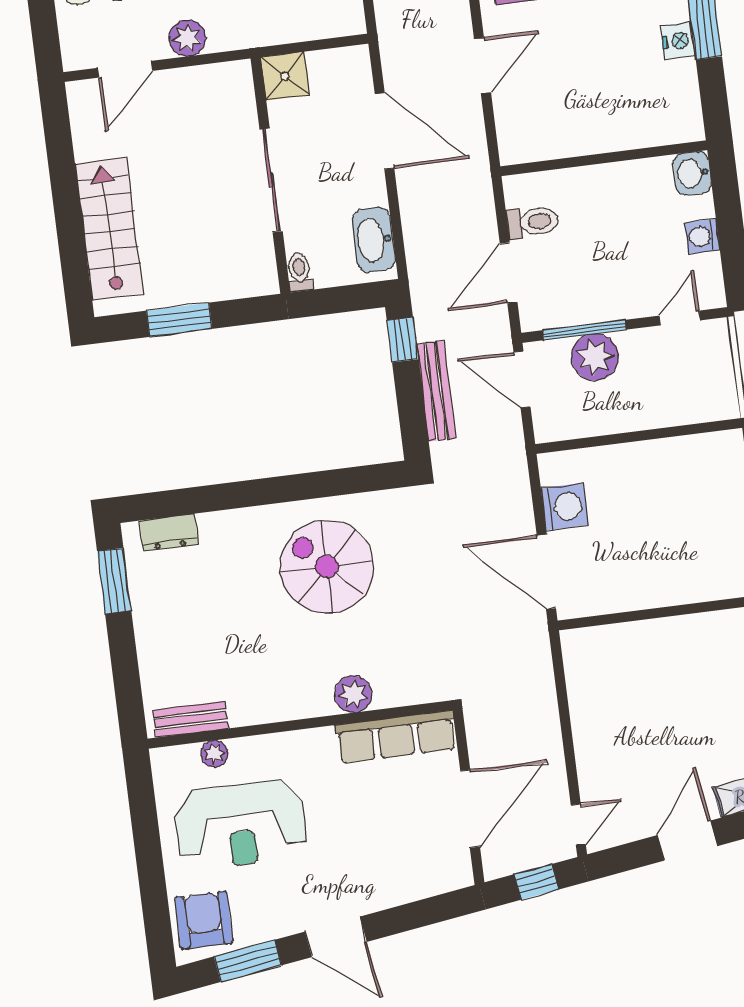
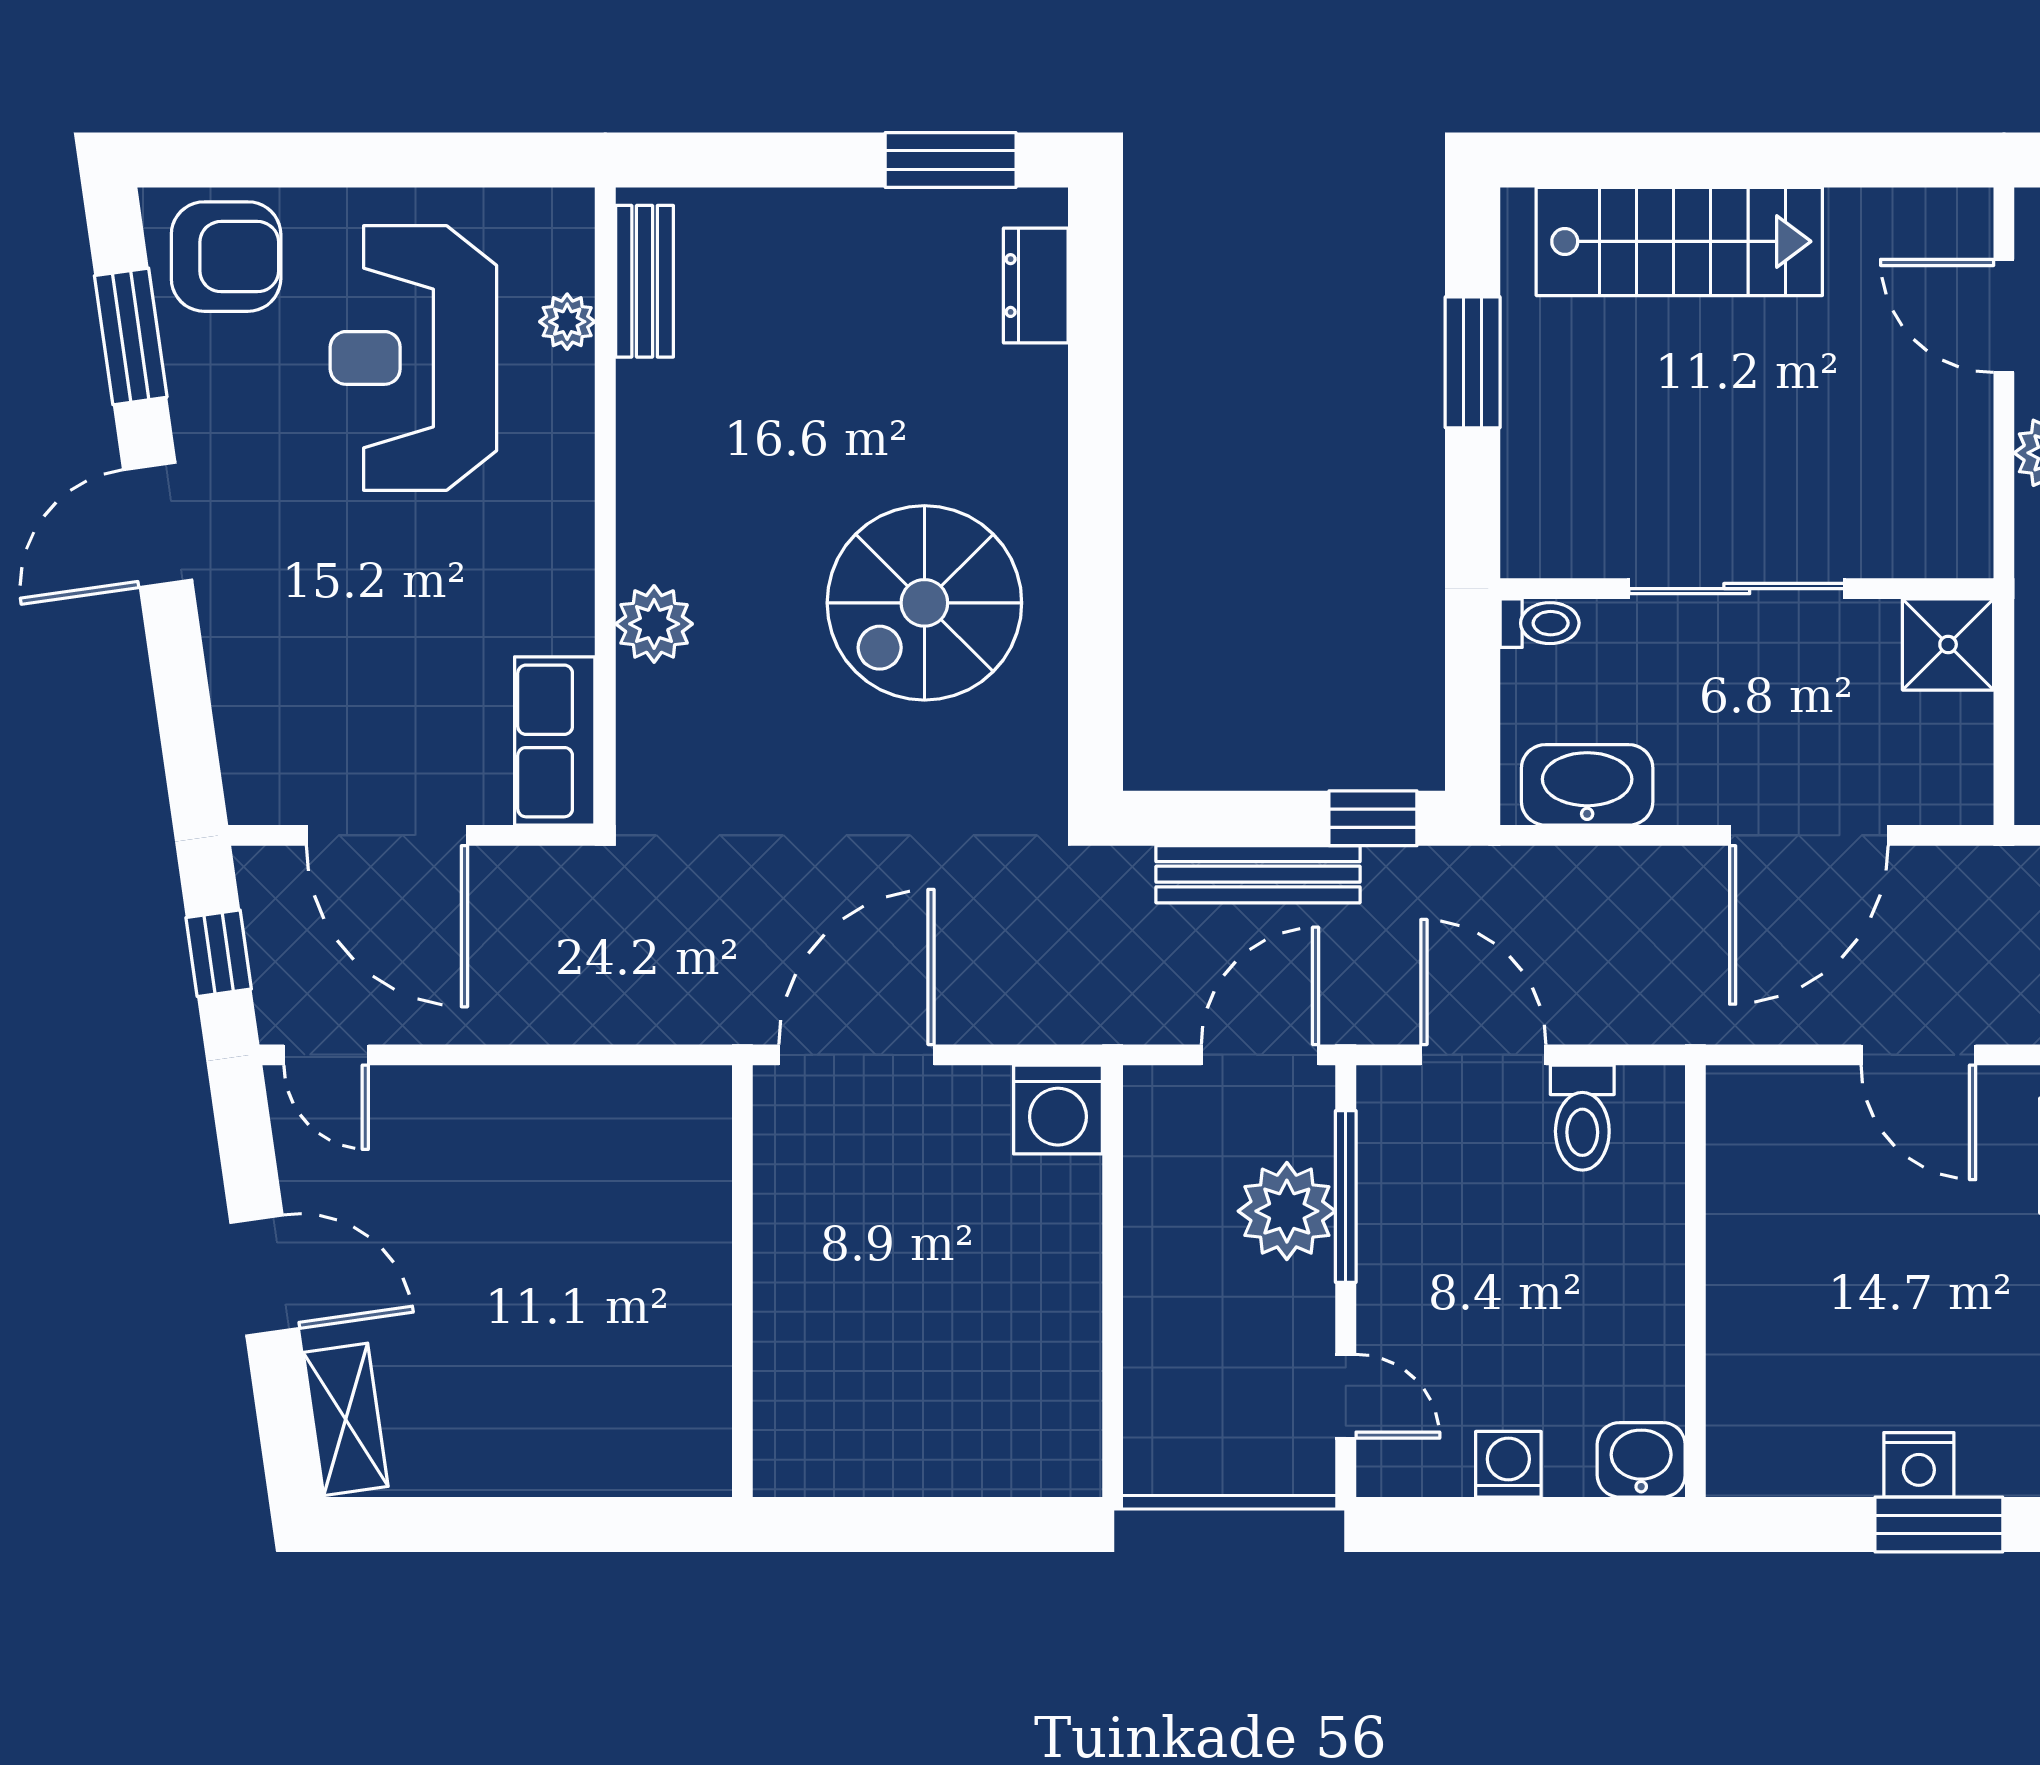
washing machine: (565, 507) -> (1058, 1110), moved
spiral stairs: (327, 567) -> (924, 603), turned 180
row of seats: (396, 737) -> (555, 741), width x0.68

